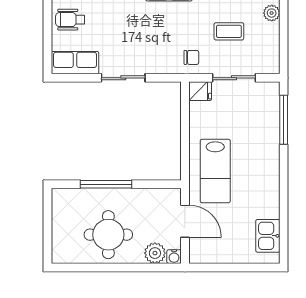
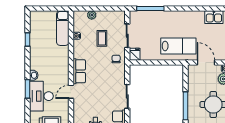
door: (185, 221) -> (206, 63), hinge flipped

